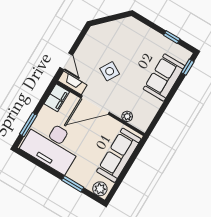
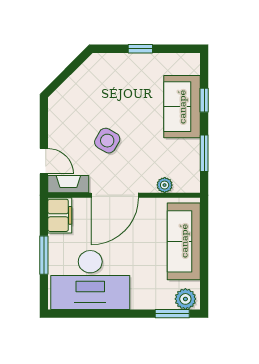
window: (172, 37) -> (140, 49), moved
window: (188, 67) -> (204, 100), moved
window: (161, 112) -> (204, 153), added
window: (28, 125) -> (44, 255), moved
window: (73, 184) -> (172, 314), moved

